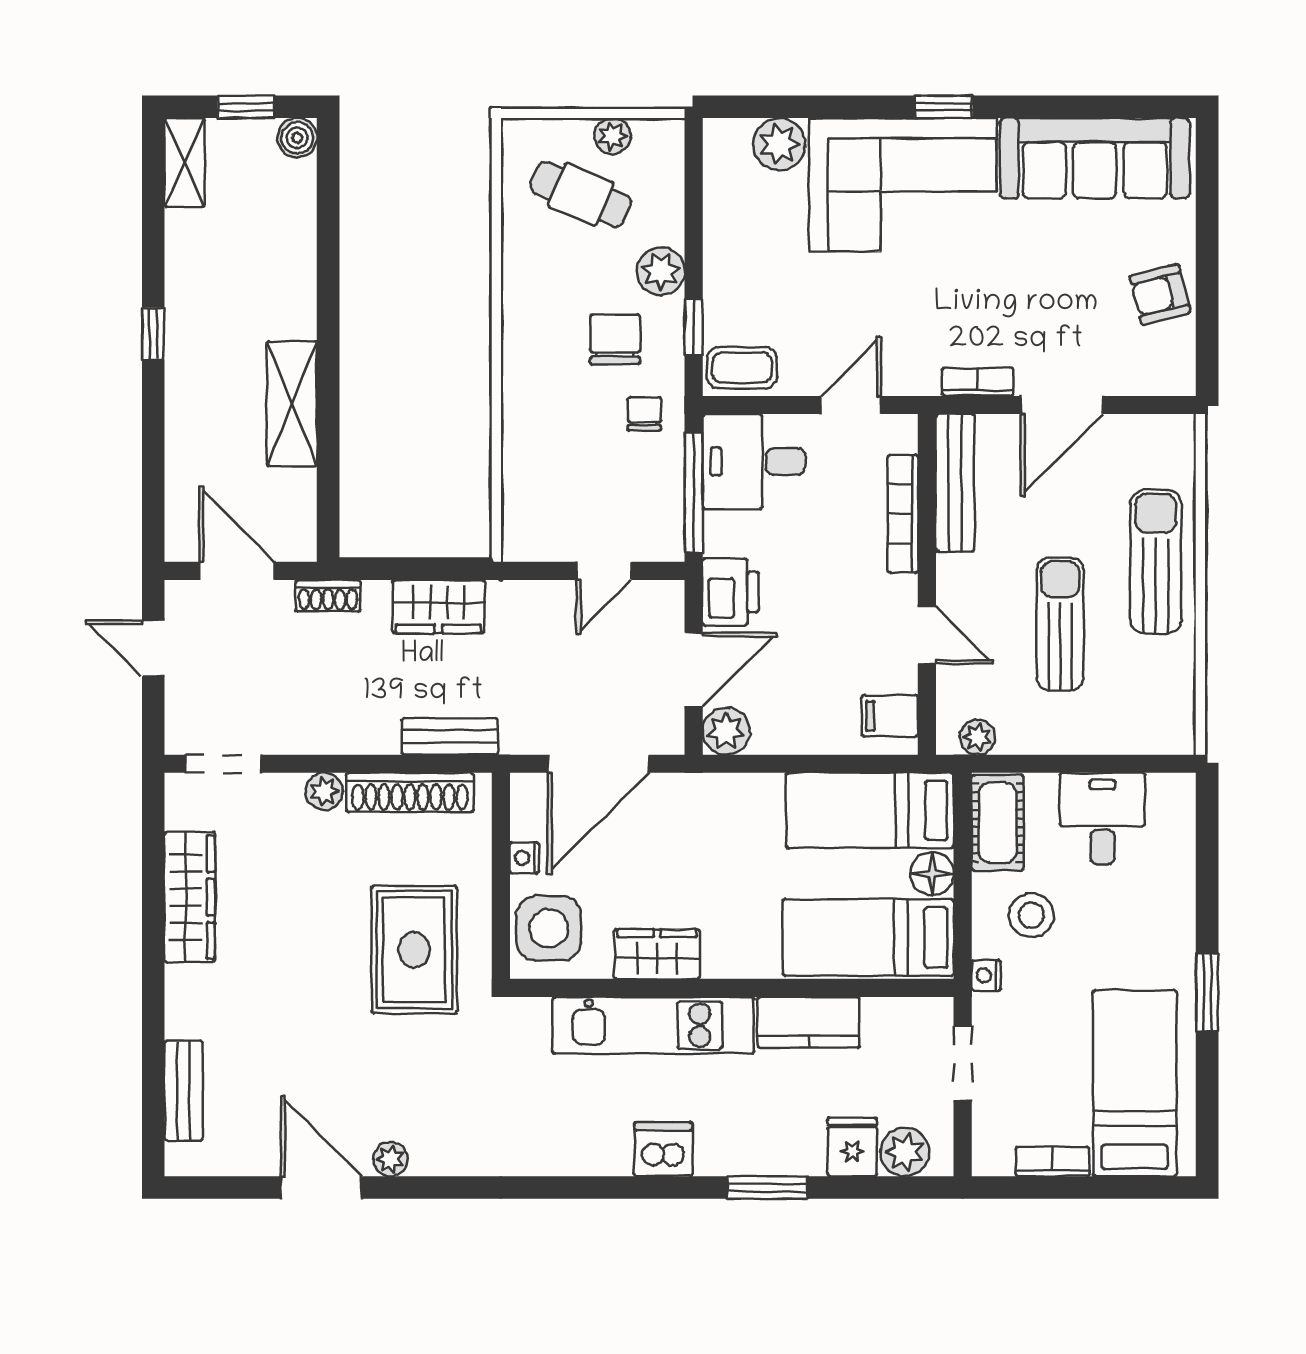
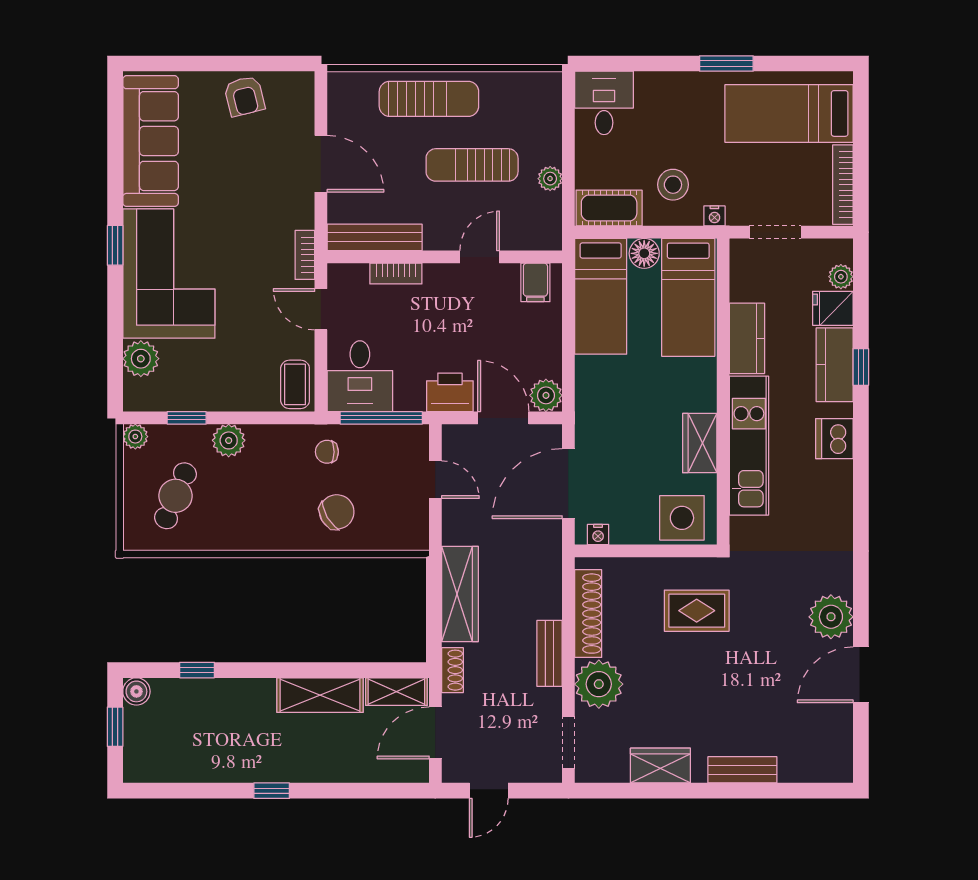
plant: (613, 136) -> (135, 437), moved
shelving: (185, 163) -> (396, 692), moved
window: (328, 226) -> (197, 670), added
window: (694, 327) -> (187, 418), moved
chair: (615, 339) -> (337, 512), moved, turned 150
bookcase: (978, 382) -> (305, 255), moved
bookcase: (903, 514) -> (396, 274), width x0.64
sun lounger: (1156, 562) -> (429, 99), turned 180
wardrobe: (438, 607) -> (460, 594), width x1.50
bench: (450, 736) -> (550, 653), moved
plant: (978, 737) -> (550, 179), moved
door: (598, 764) -> (568, 484), swing flipped
plant: (324, 791) -> (599, 684), width x1.87, depth x1.87
desk: (1102, 819) -> (604, 103), moved, turned 90
nightstand: (524, 858) -> (598, 535), moved
wardrobe: (190, 897) -> (660, 766), width x0.67
rug: (414, 950) -> (697, 611), width x0.73, depth x0.70
bench: (184, 1091) -> (742, 770), moved
kitchen counter: (771, 1150) -> (835, 365), added
plant: (905, 1152) -> (841, 277), width x0.73, depth x0.73
plant: (390, 1159) -> (831, 617), width x1.88, depth x1.88
bookcase: (1052, 1162) -> (843, 185), width x1.56
window: (767, 1188) -> (861, 367), width x0.67

